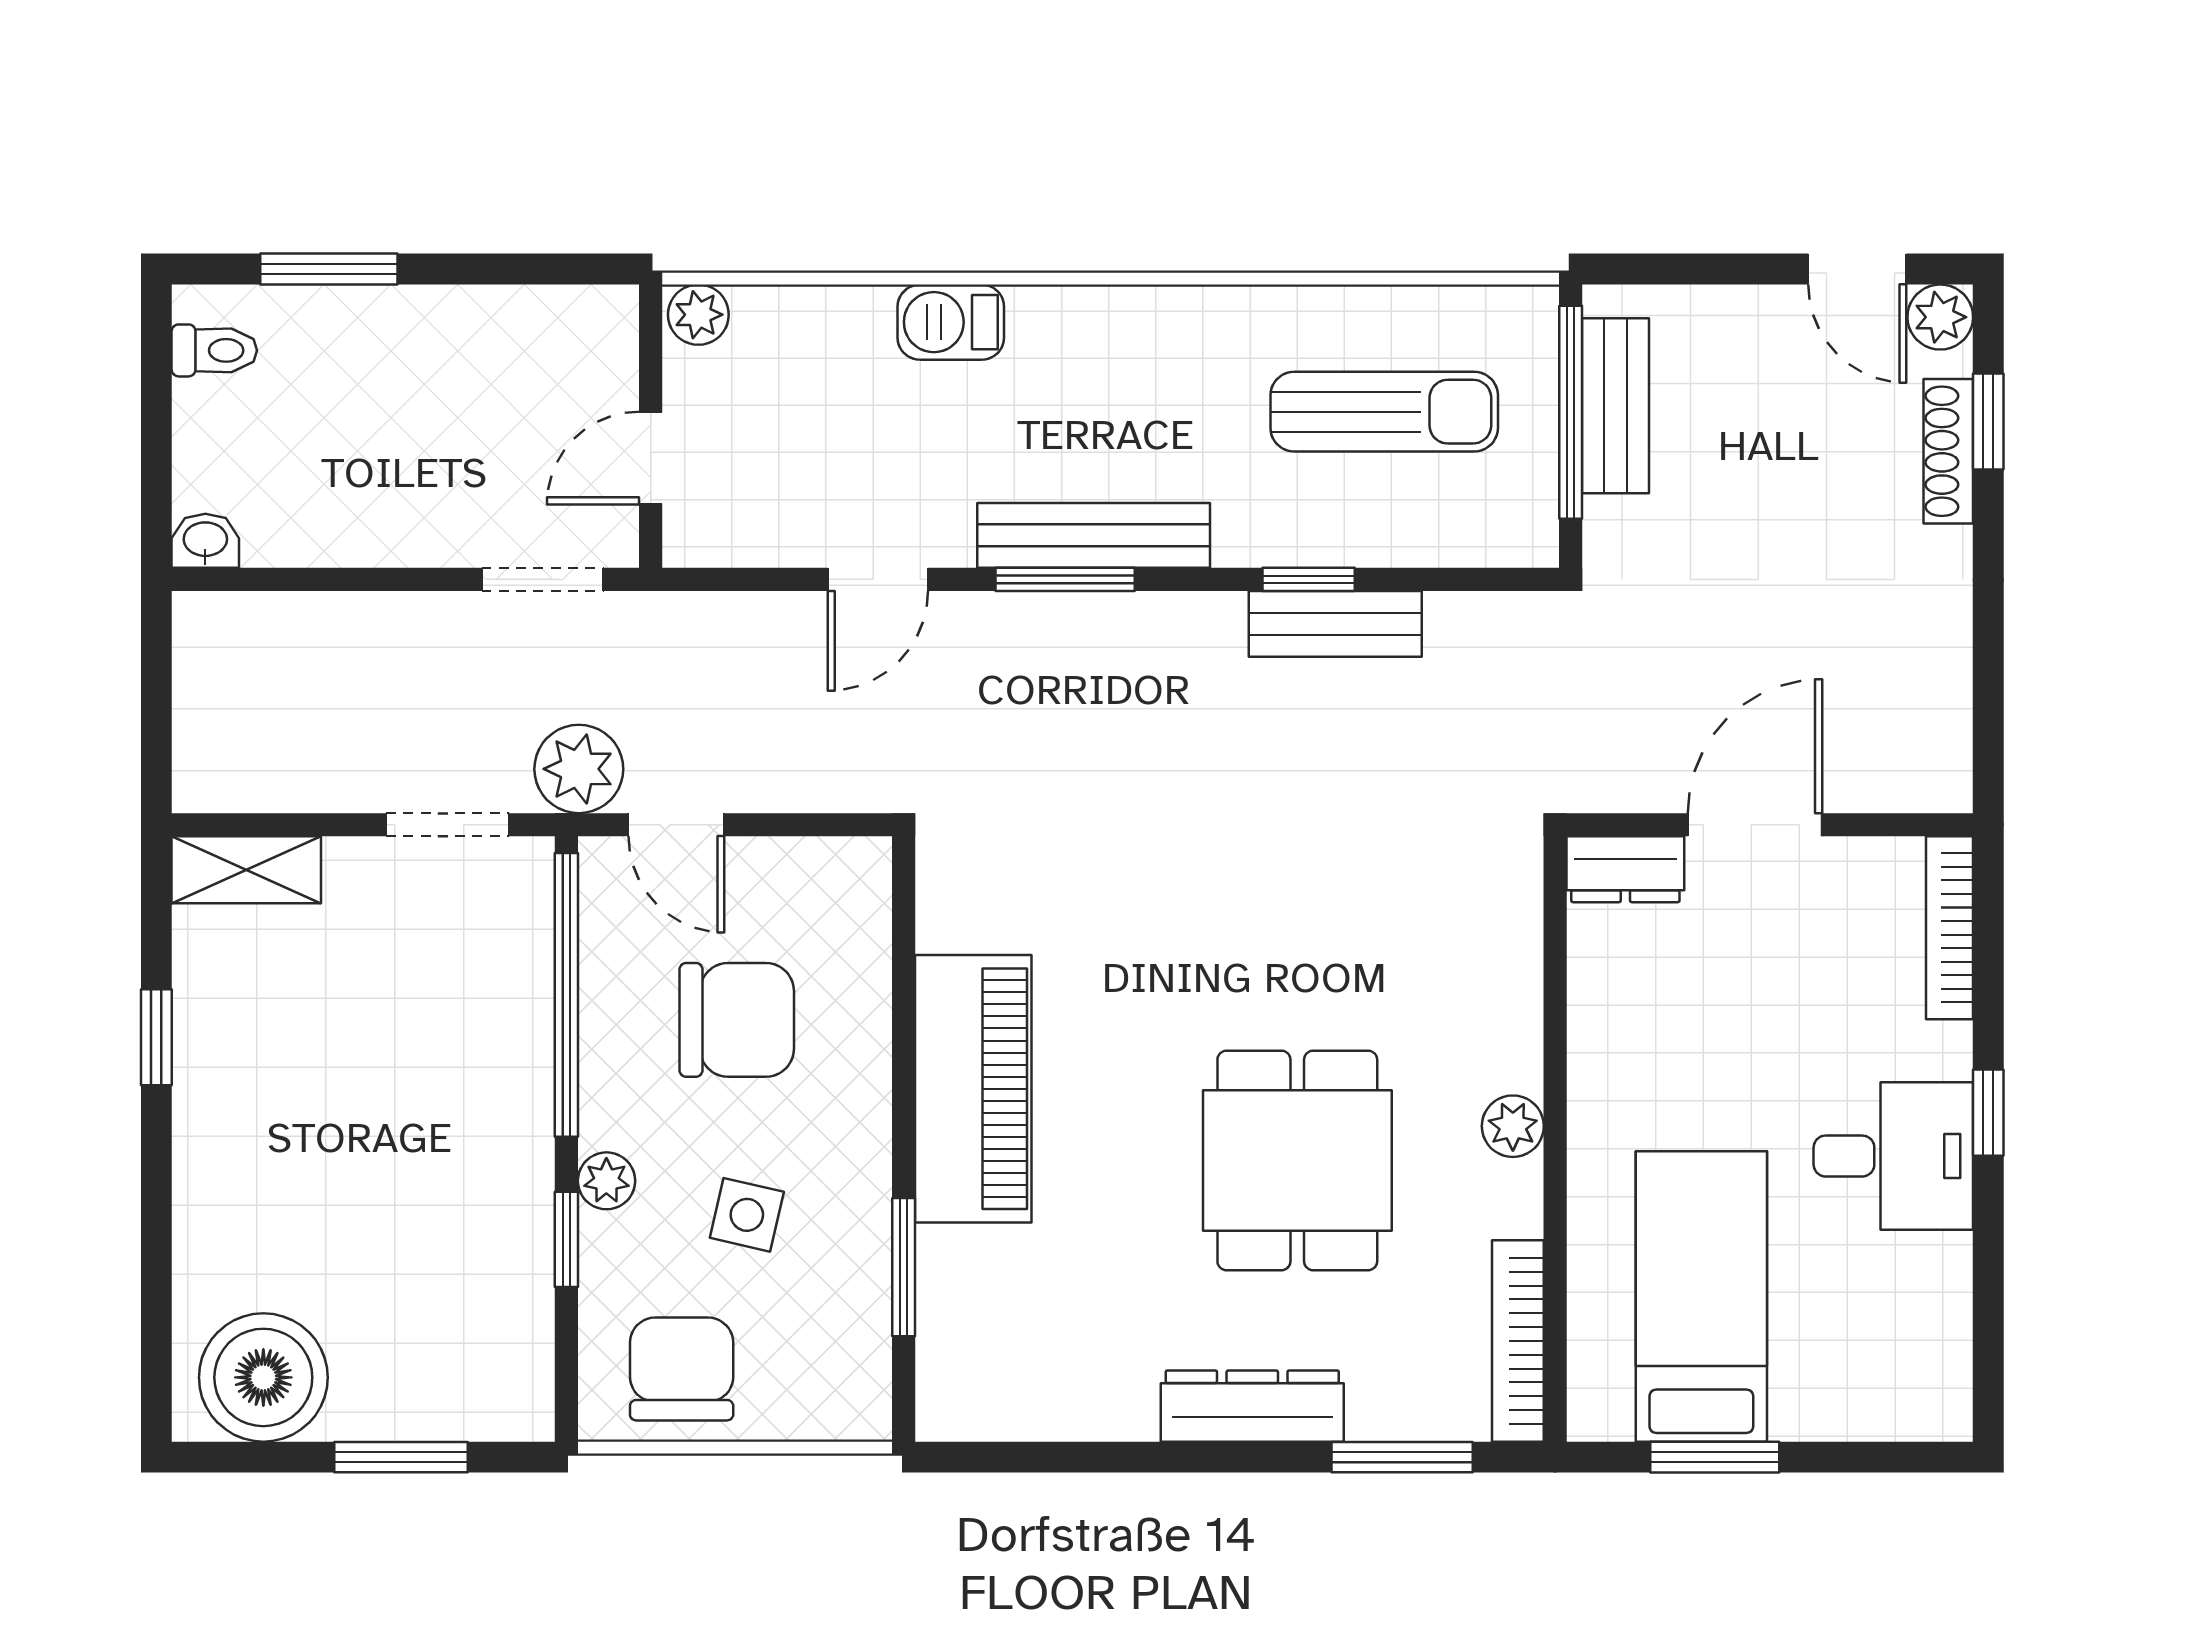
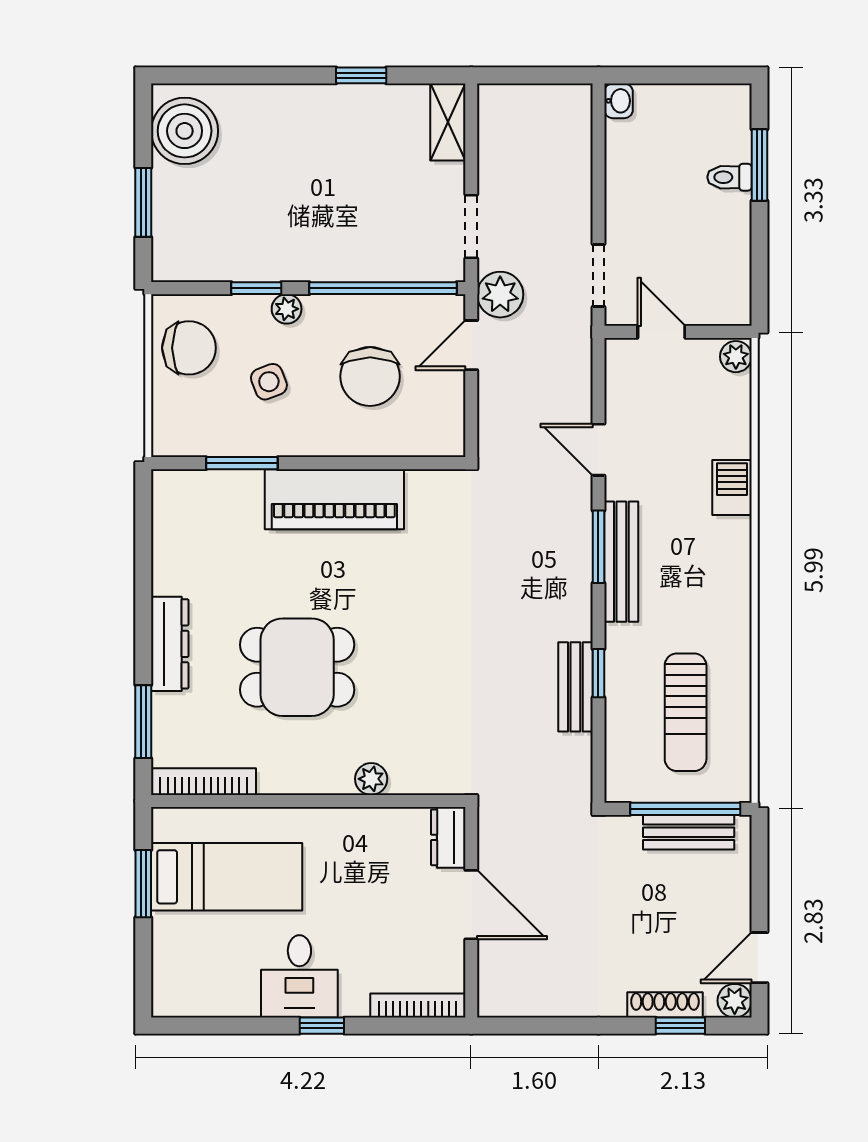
toilet: (214, 350) -> (729, 177), moved, turned 90
plant: (1513, 1126) -> (371, 779), moved
side table: (747, 1215) -> (269, 382), turned -34

